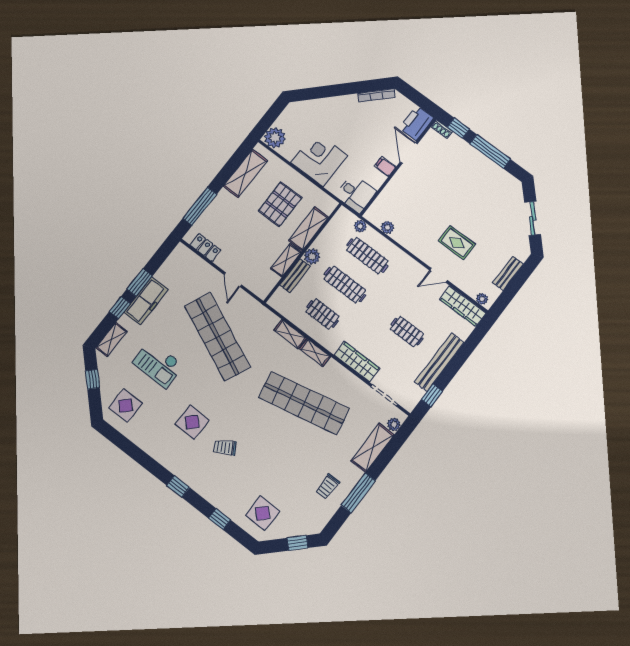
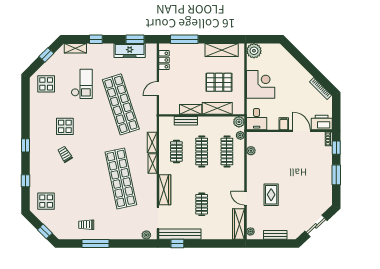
window: (490, 151) -> (336, 175), width x0.69
door: (409, 153) -> (301, 131), hinge flipped
plant: (312, 256) -> (239, 122), moved
window: (140, 283) -> (135, 39), moved
freezer: (146, 301) -> (130, 51), moved
shop shelf: (218, 337) -> (121, 104), turned -42
bench: (439, 362) -> (180, 234), moved
checkout: (158, 364) -> (82, 84), turned 180
shelving: (373, 448) -> (125, 233), removed

